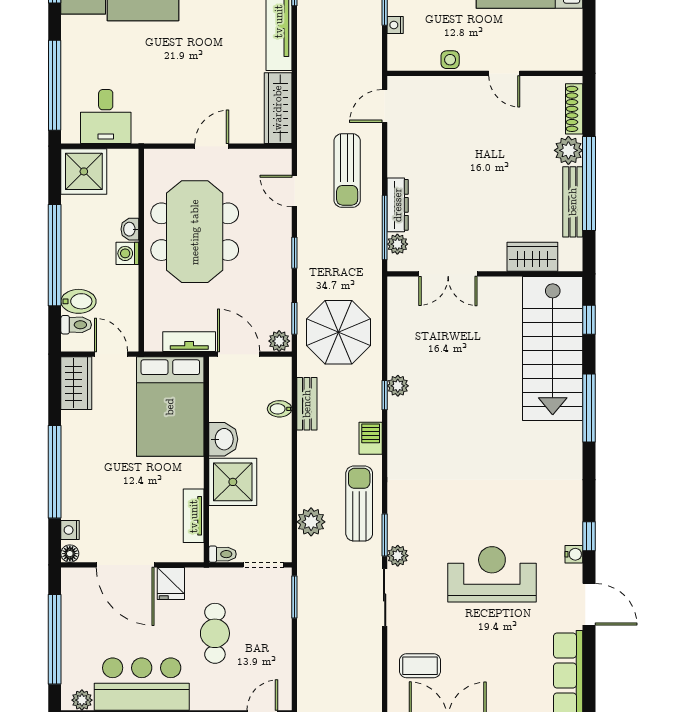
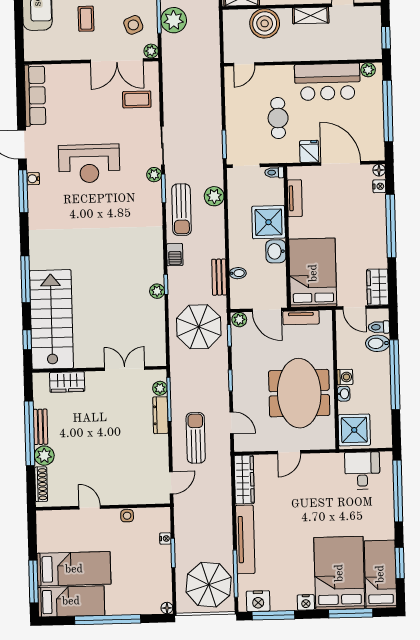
shower: (84, 171) -> (354, 430), moved
bench: (573, 202) -> (40, 427), width x0.73
window: (589, 536) -> (23, 191), width x2.17

